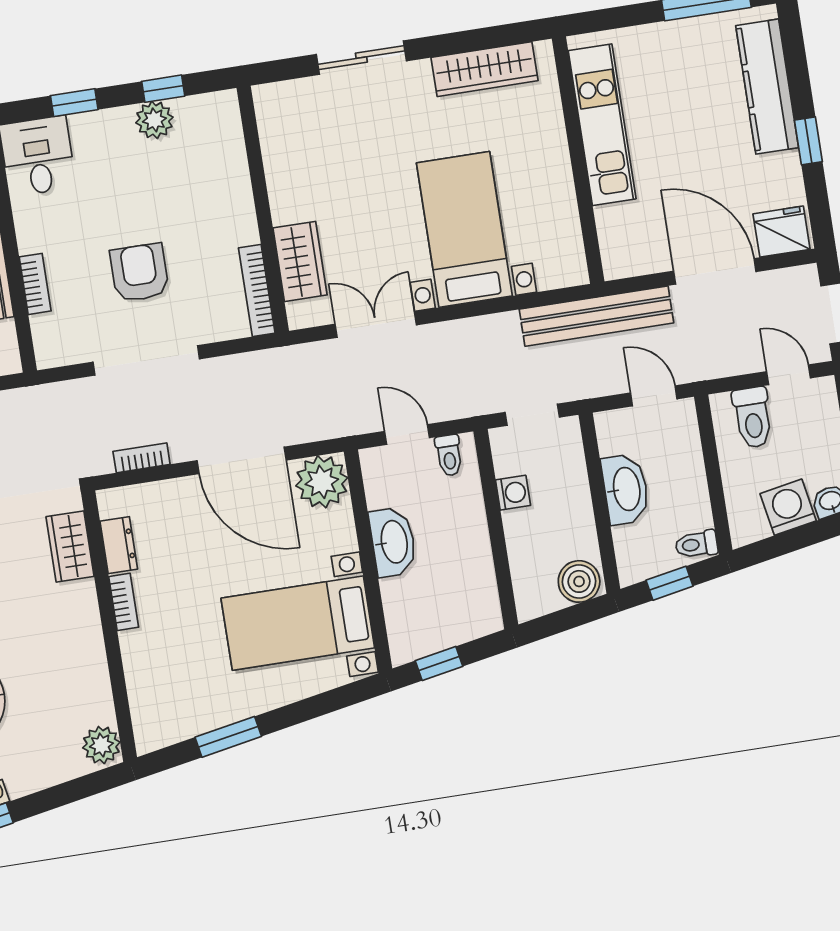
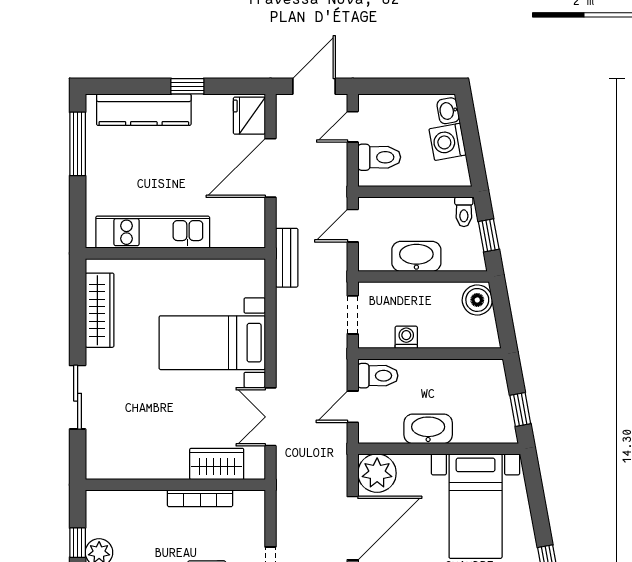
bookcase: (257, 290) -> (200, 498), moved
bench: (596, 316) -> (287, 258), width x0.54, depth x0.82
toilet: (449, 455) -> (378, 376), width x1.37, depth x1.39

